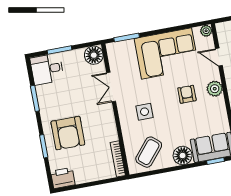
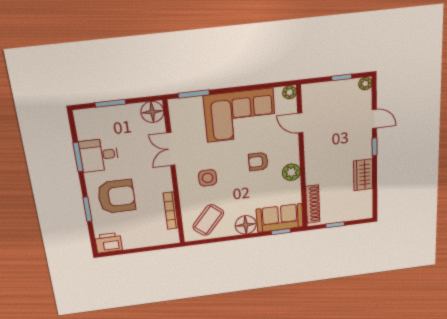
desk: (47, 69) -> (99, 155), moved
plant: (215, 89) -> (291, 172), moved
armchair: (187, 94) -> (258, 162), turned -90
armchair: (68, 133) -> (117, 196), turned -90
bookcase: (118, 159) -> (171, 211), moved

